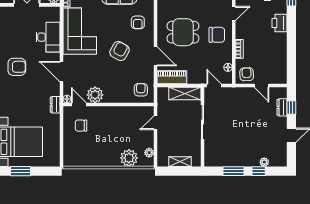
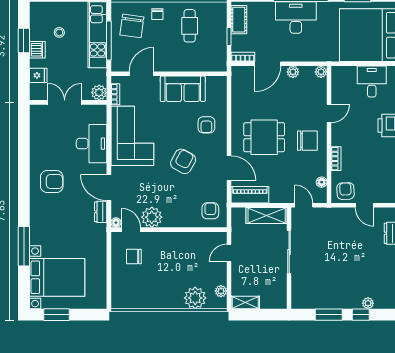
dresser: (55, 105) -> (101, 212), moved
shelving: (180, 162) -> (245, 303), moved

